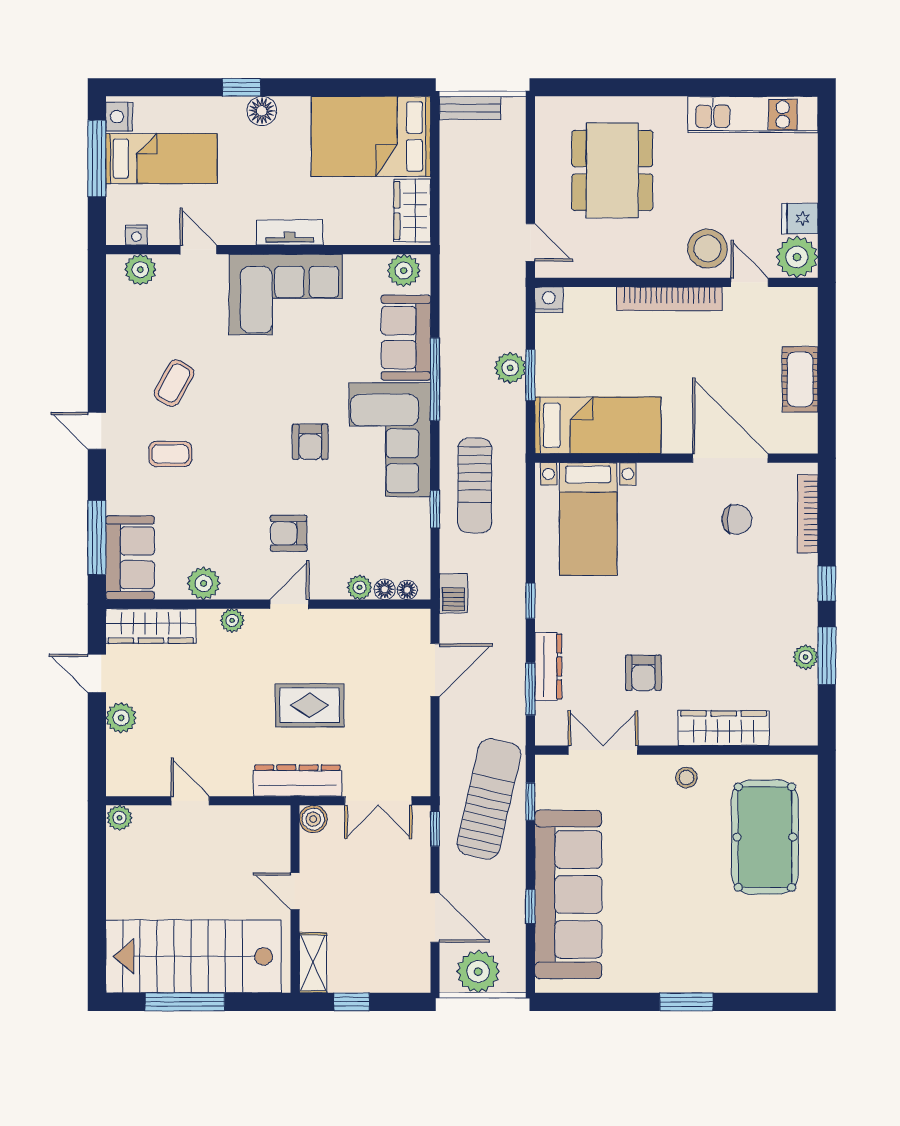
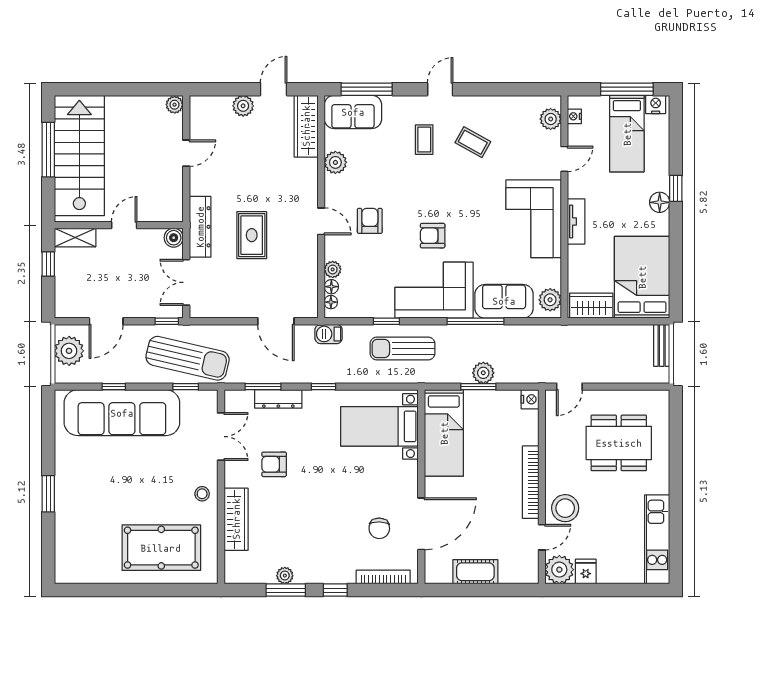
plant: (232, 620) -> (310, 182), removed

